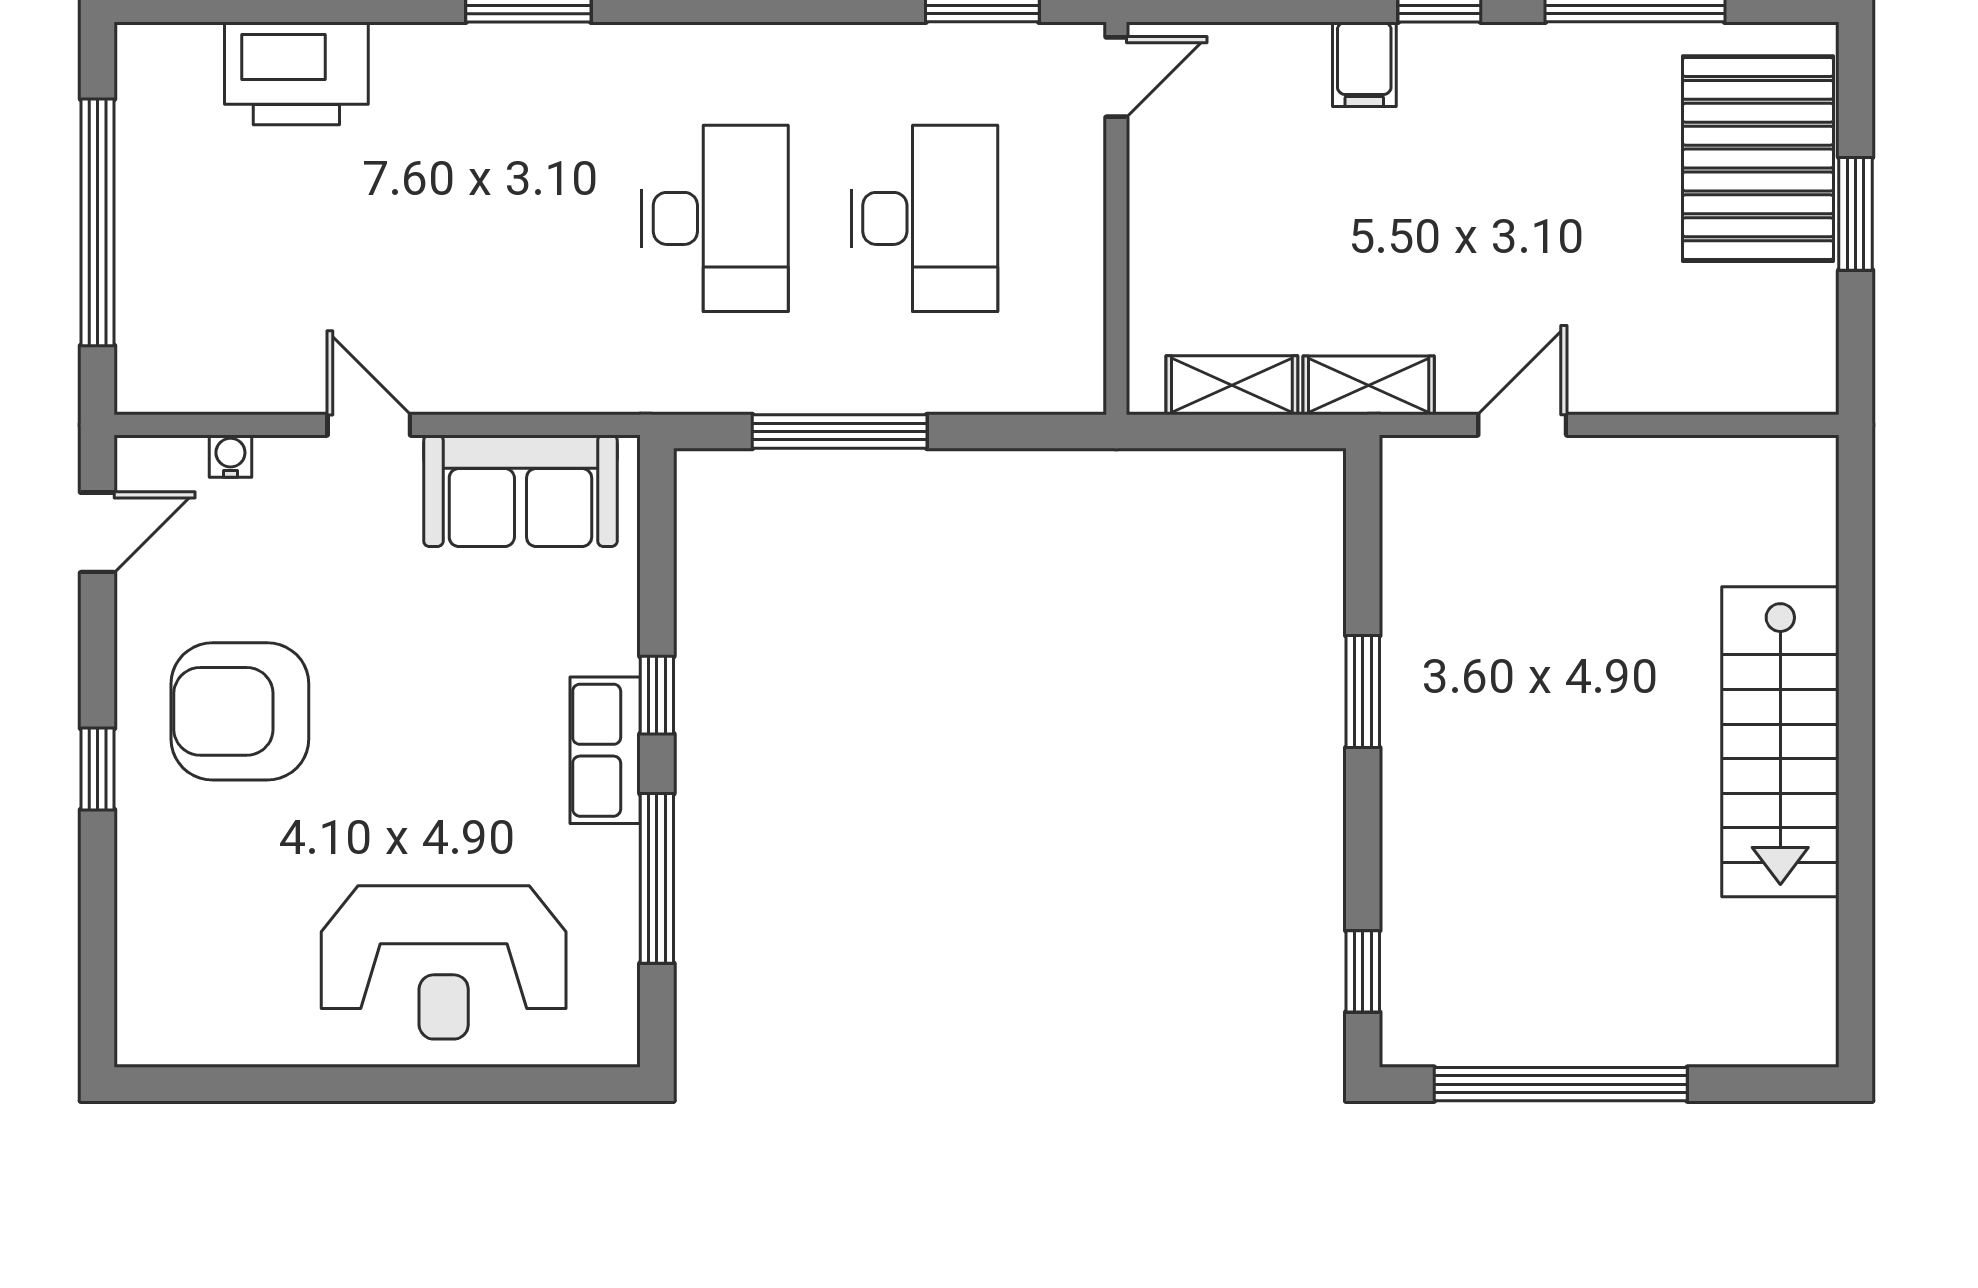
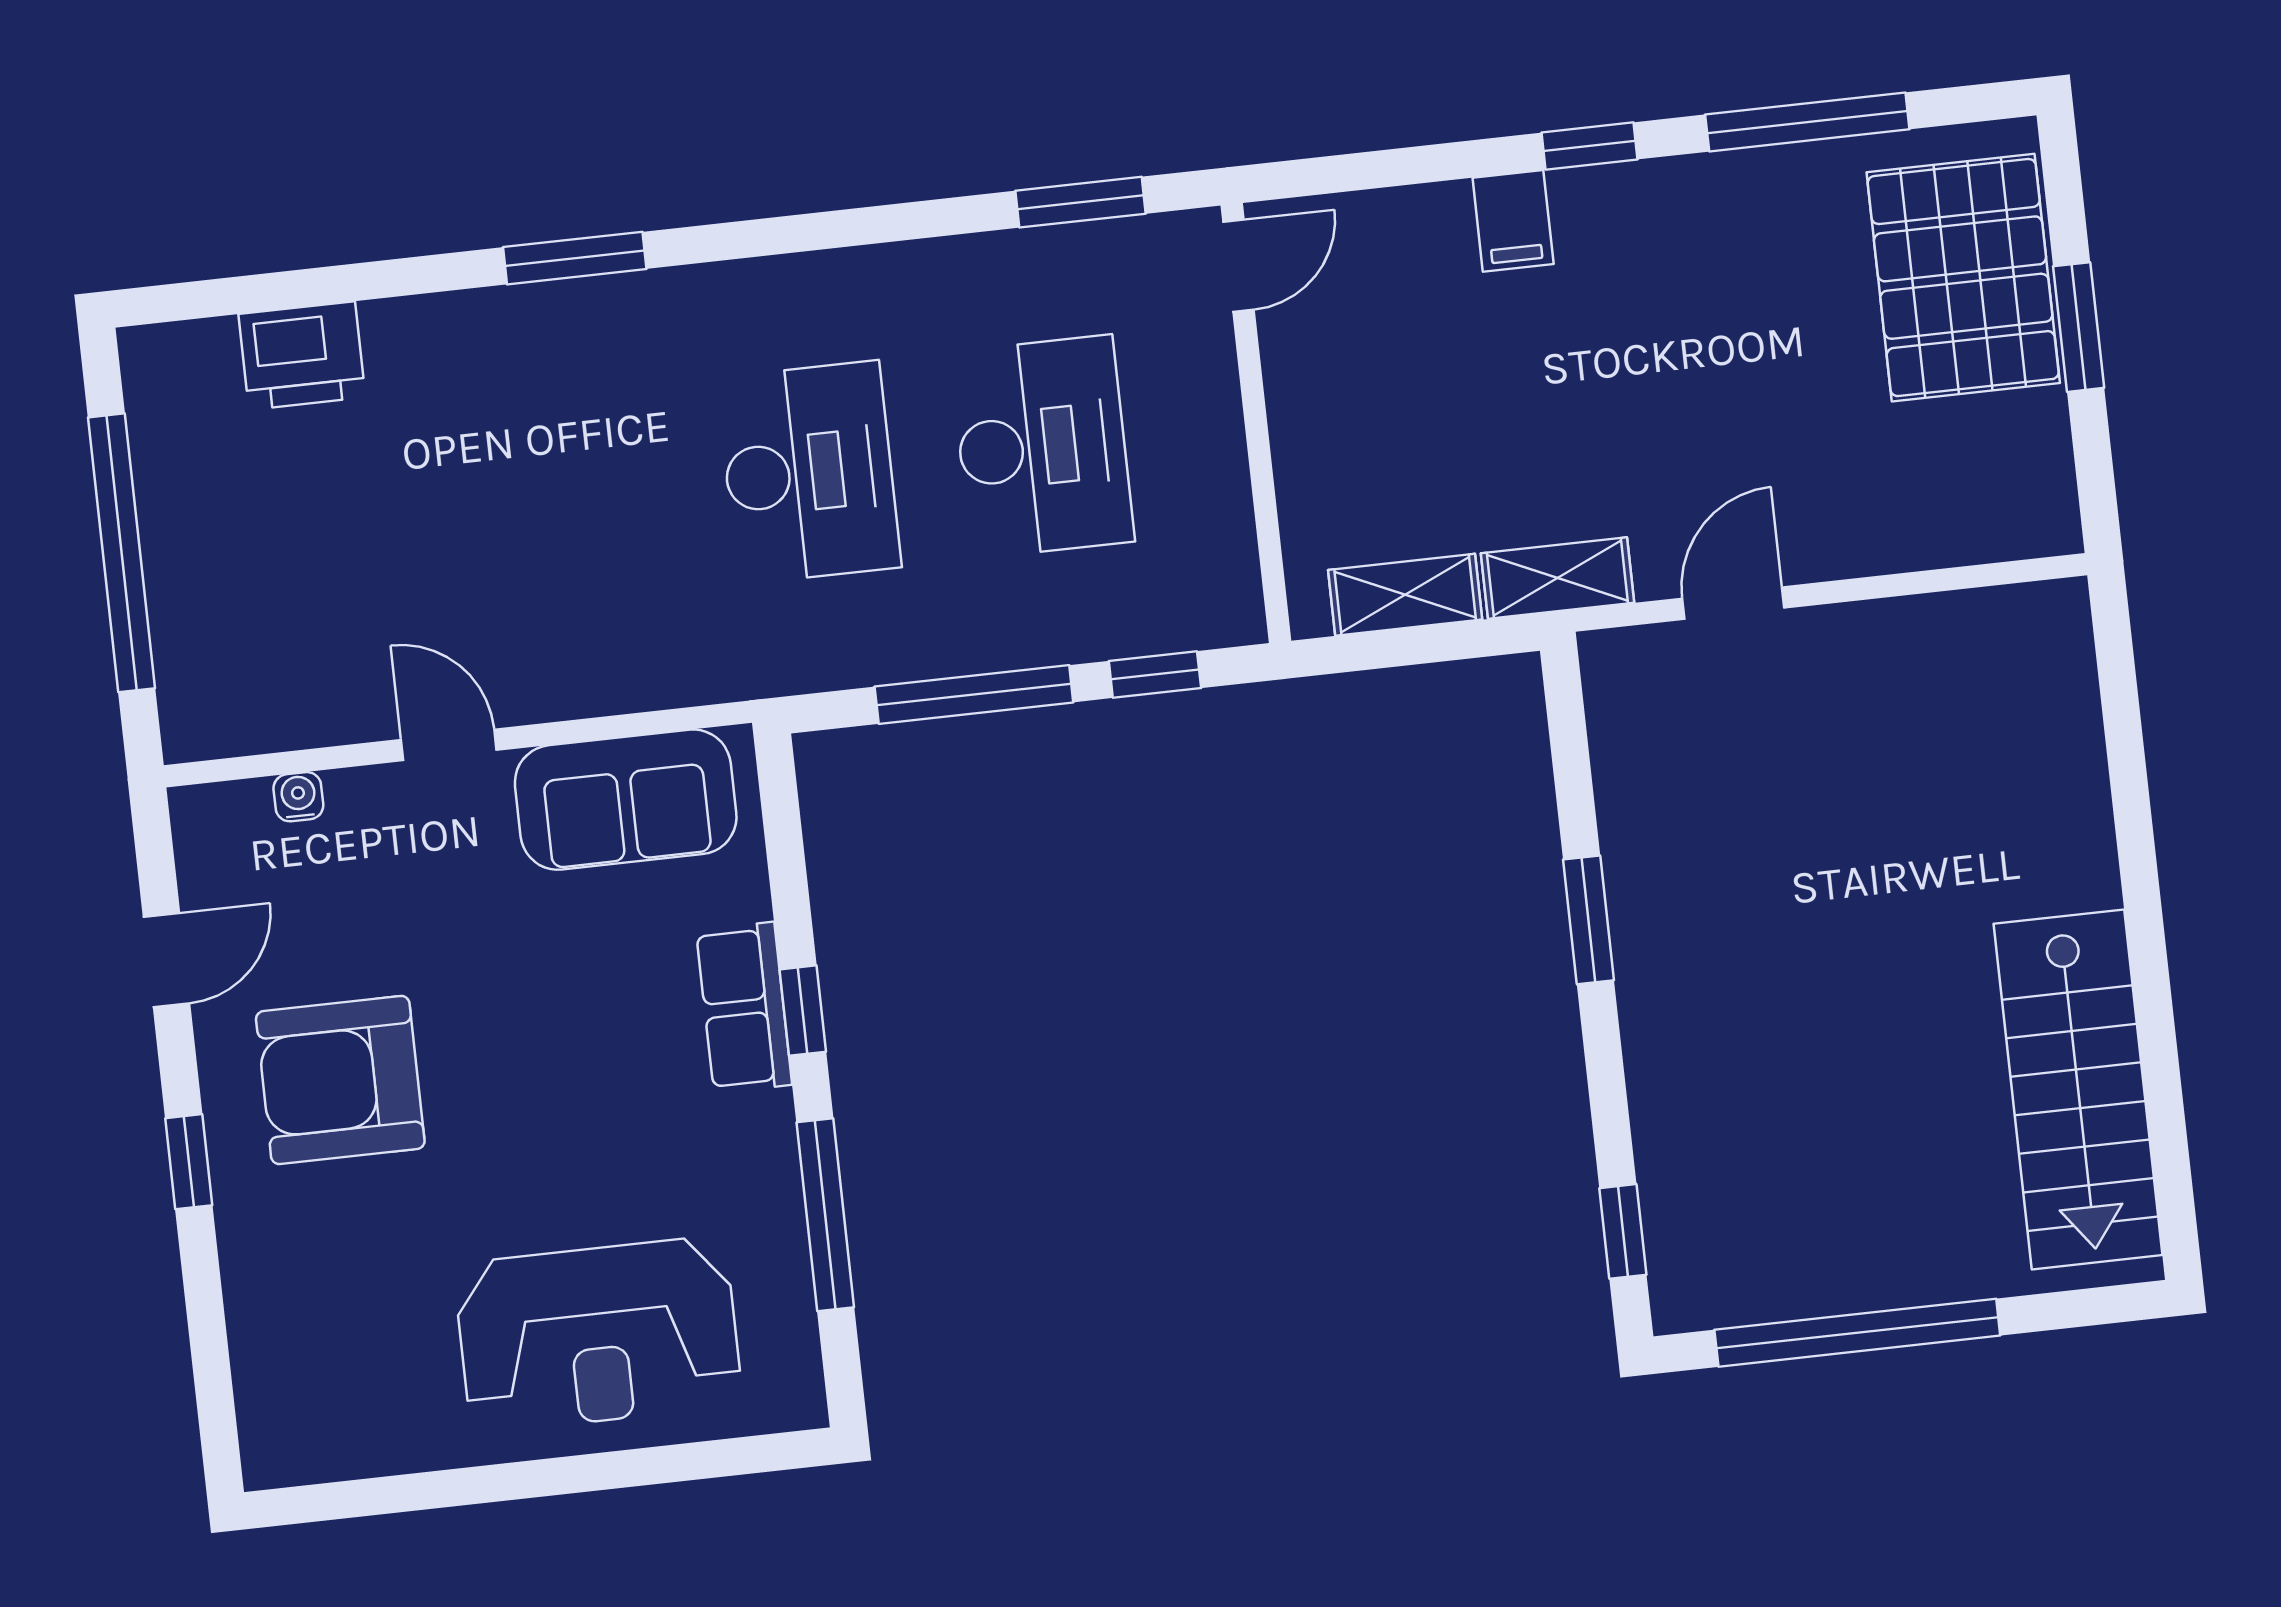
printer: (296, 73) -> (302, 356), width x0.73, depth x0.84
window: (1002, 431) -> (1155, 674), added
door: (97, 532) -> (166, 960), moved
stairs: (1780, 742) -> (2078, 1089), moved
row of seats: (605, 750) -> (744, 1007), moved

